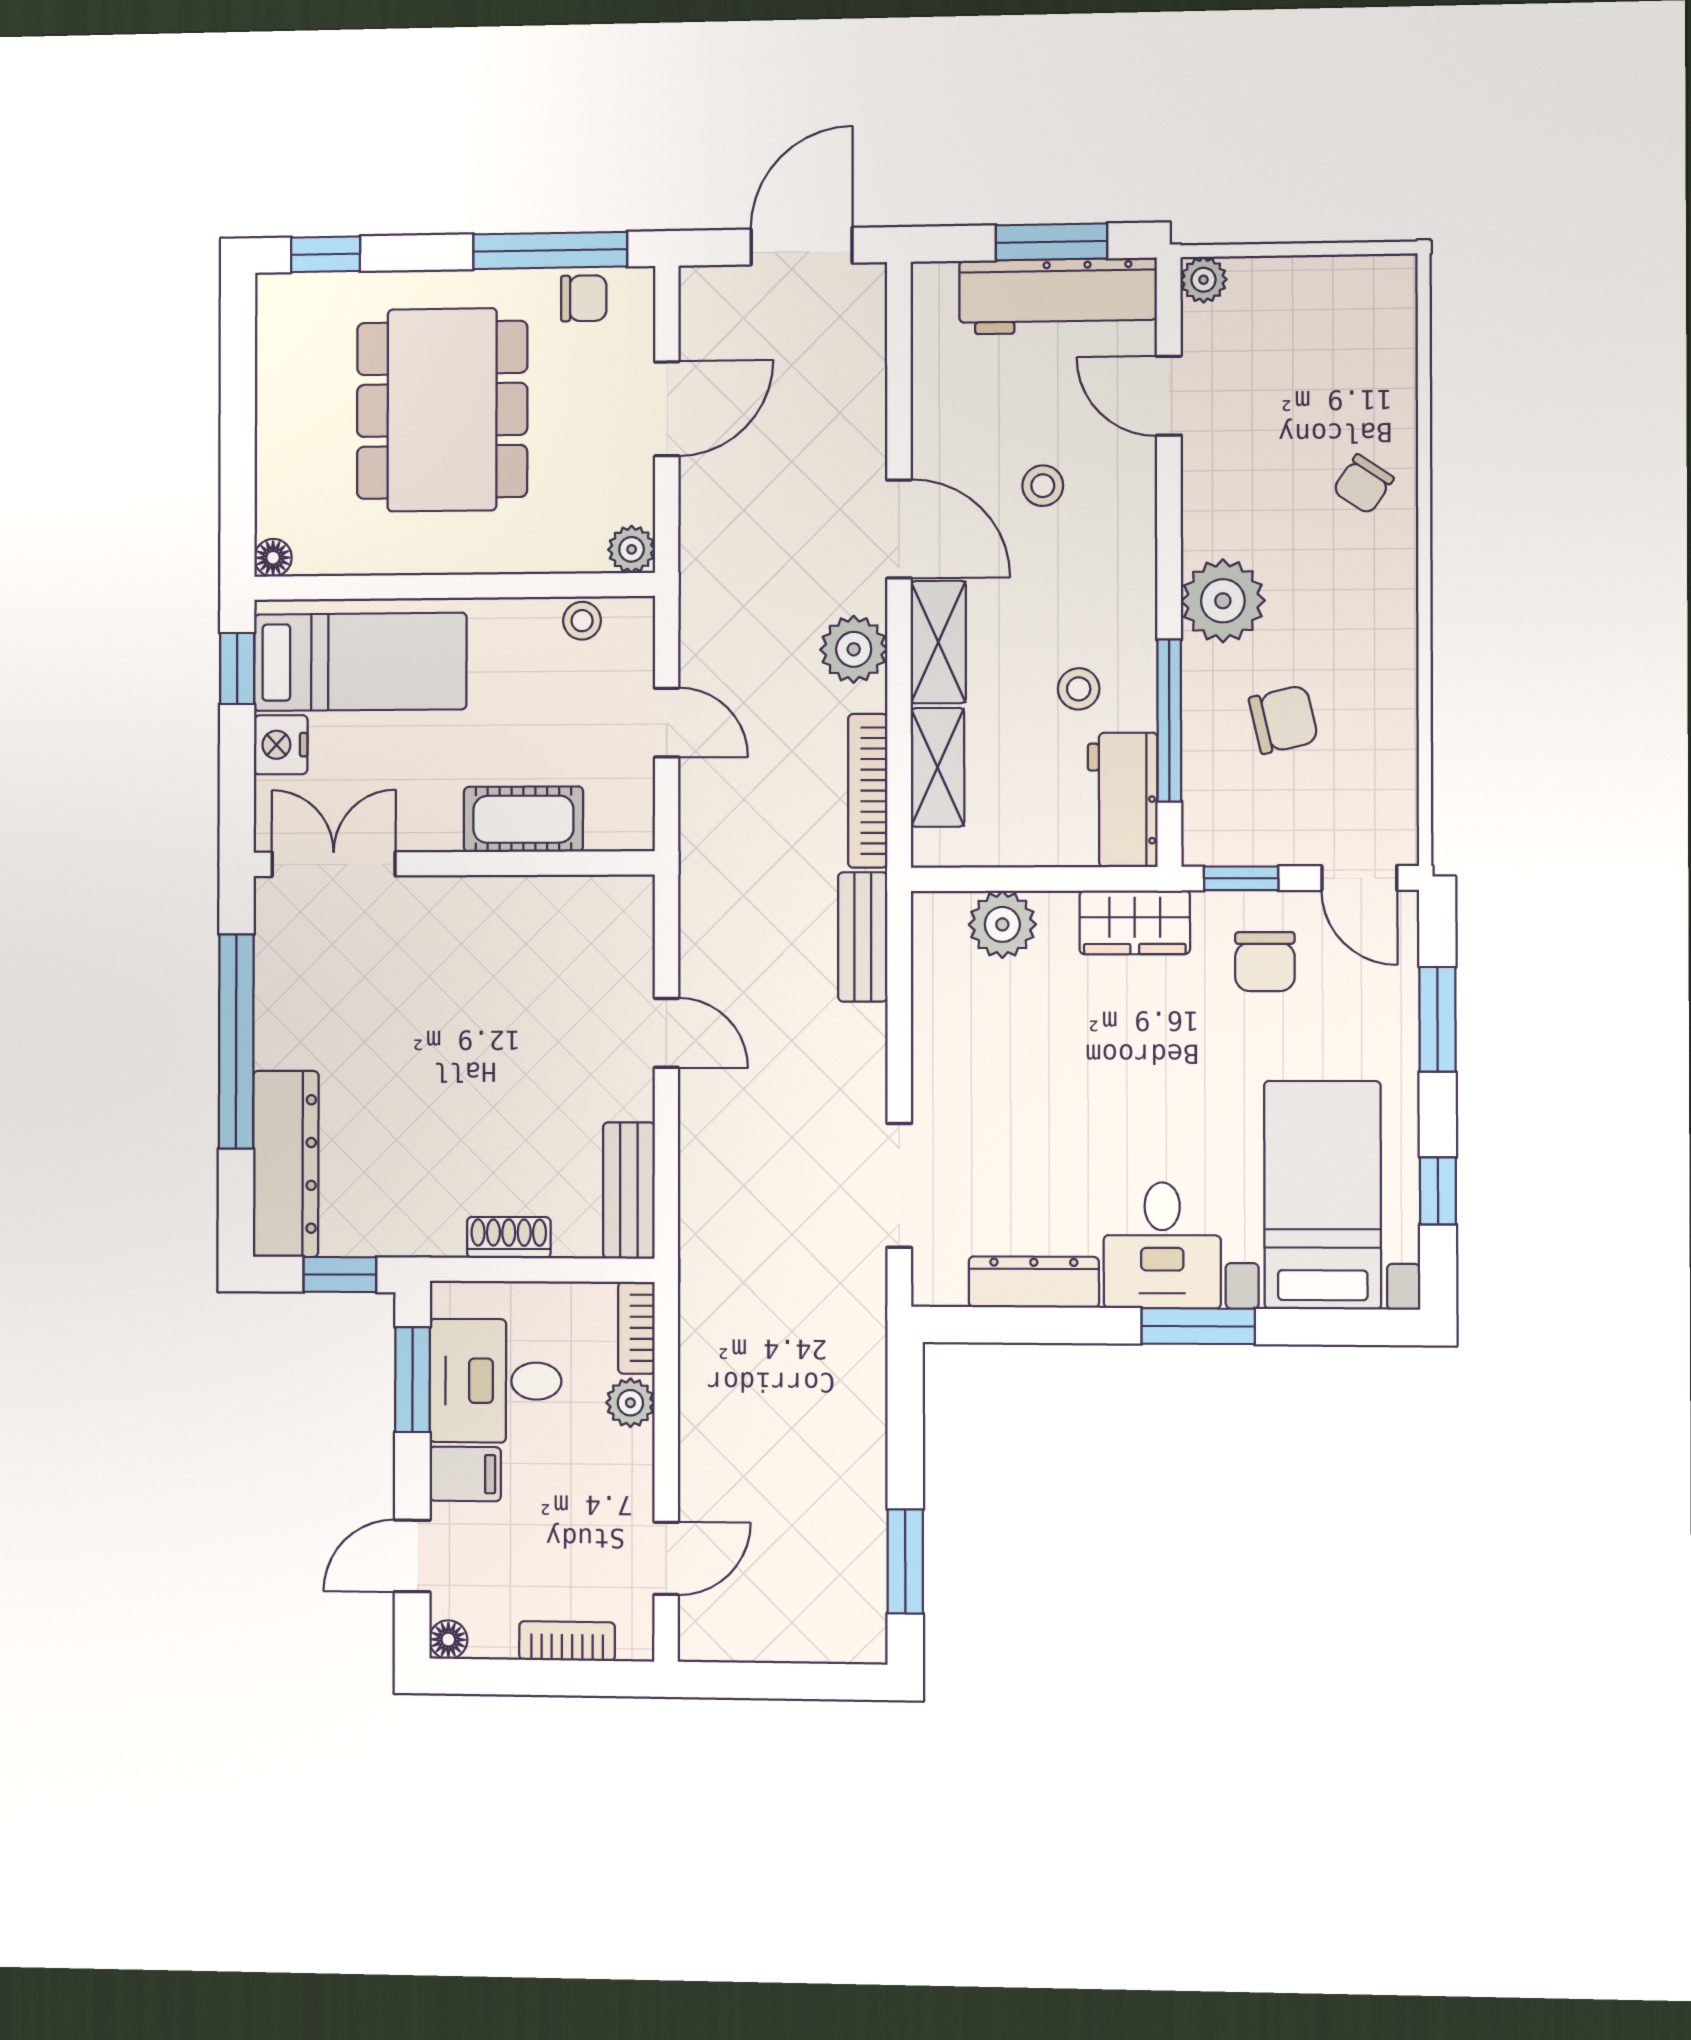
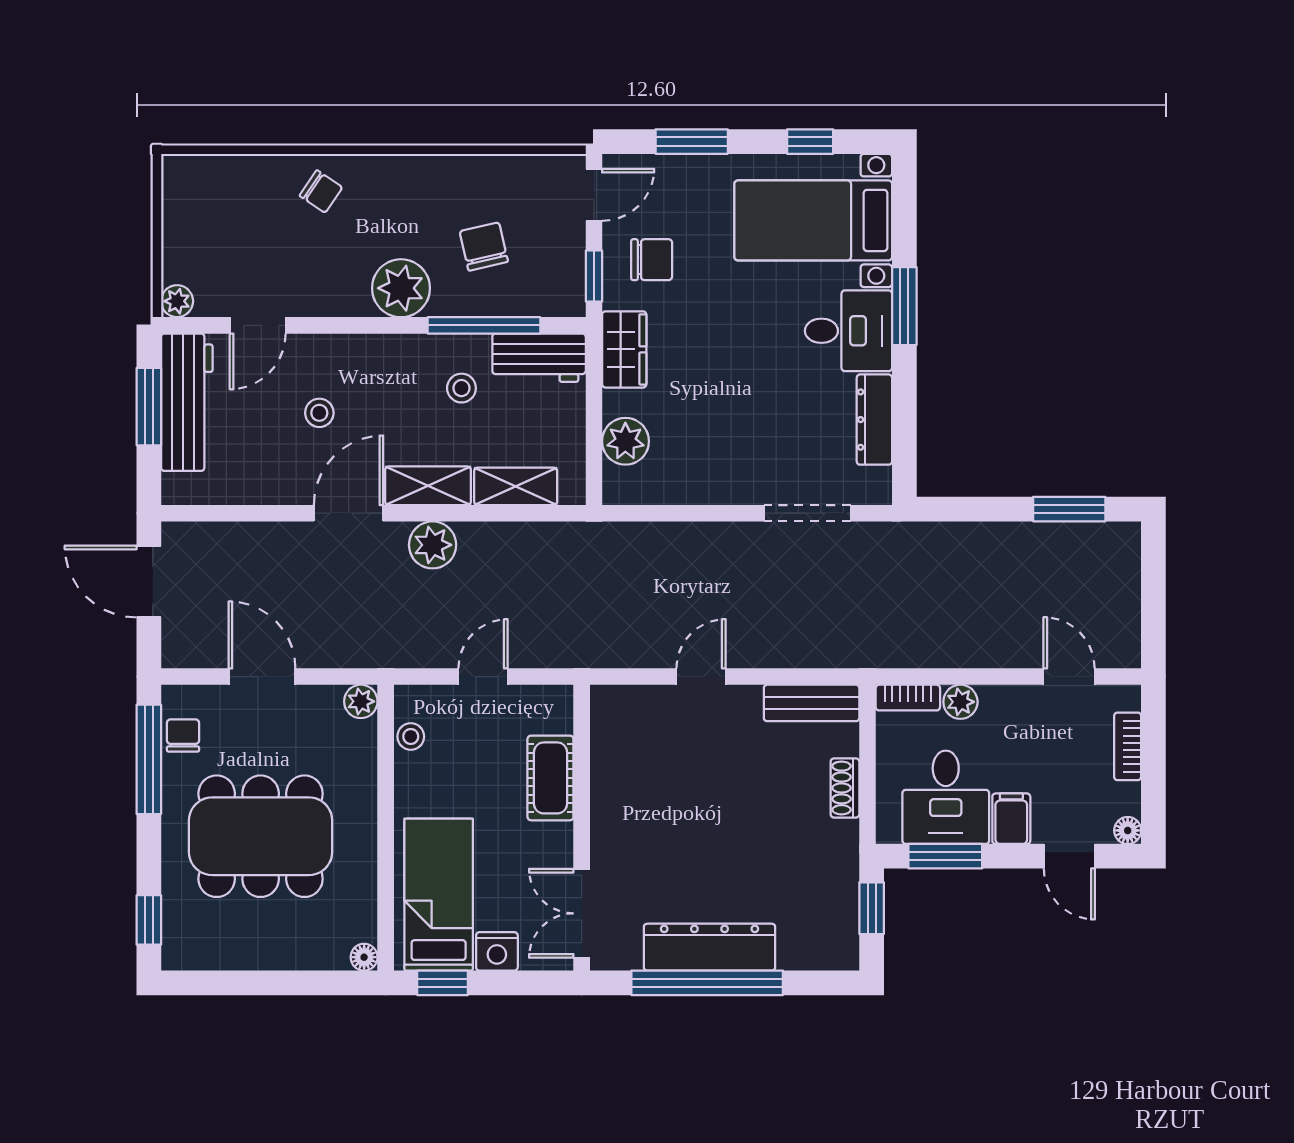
bookcase: (868, 791) -> (532, 535), removed
bench: (863, 937) -> (634, 539), removed
dresser: (286, 1164) -> (709, 947), moved

